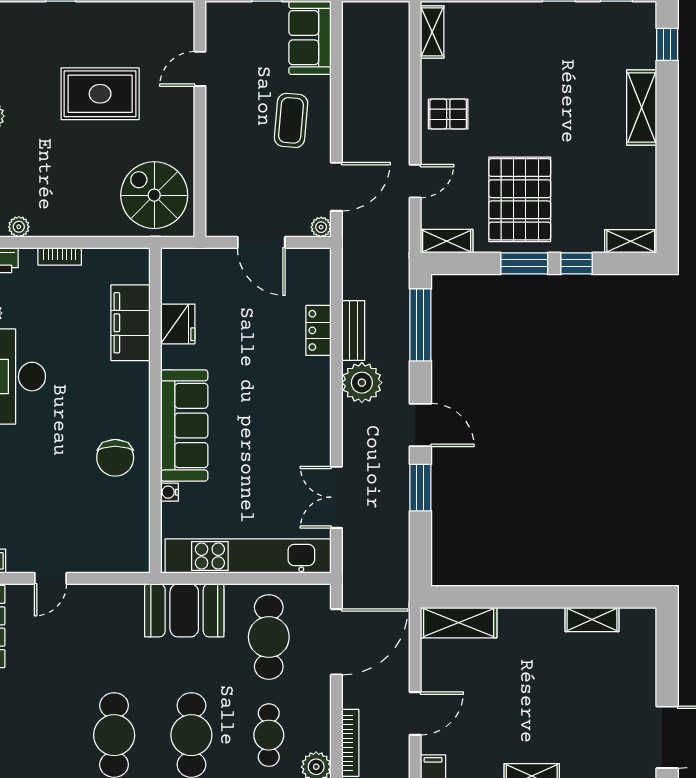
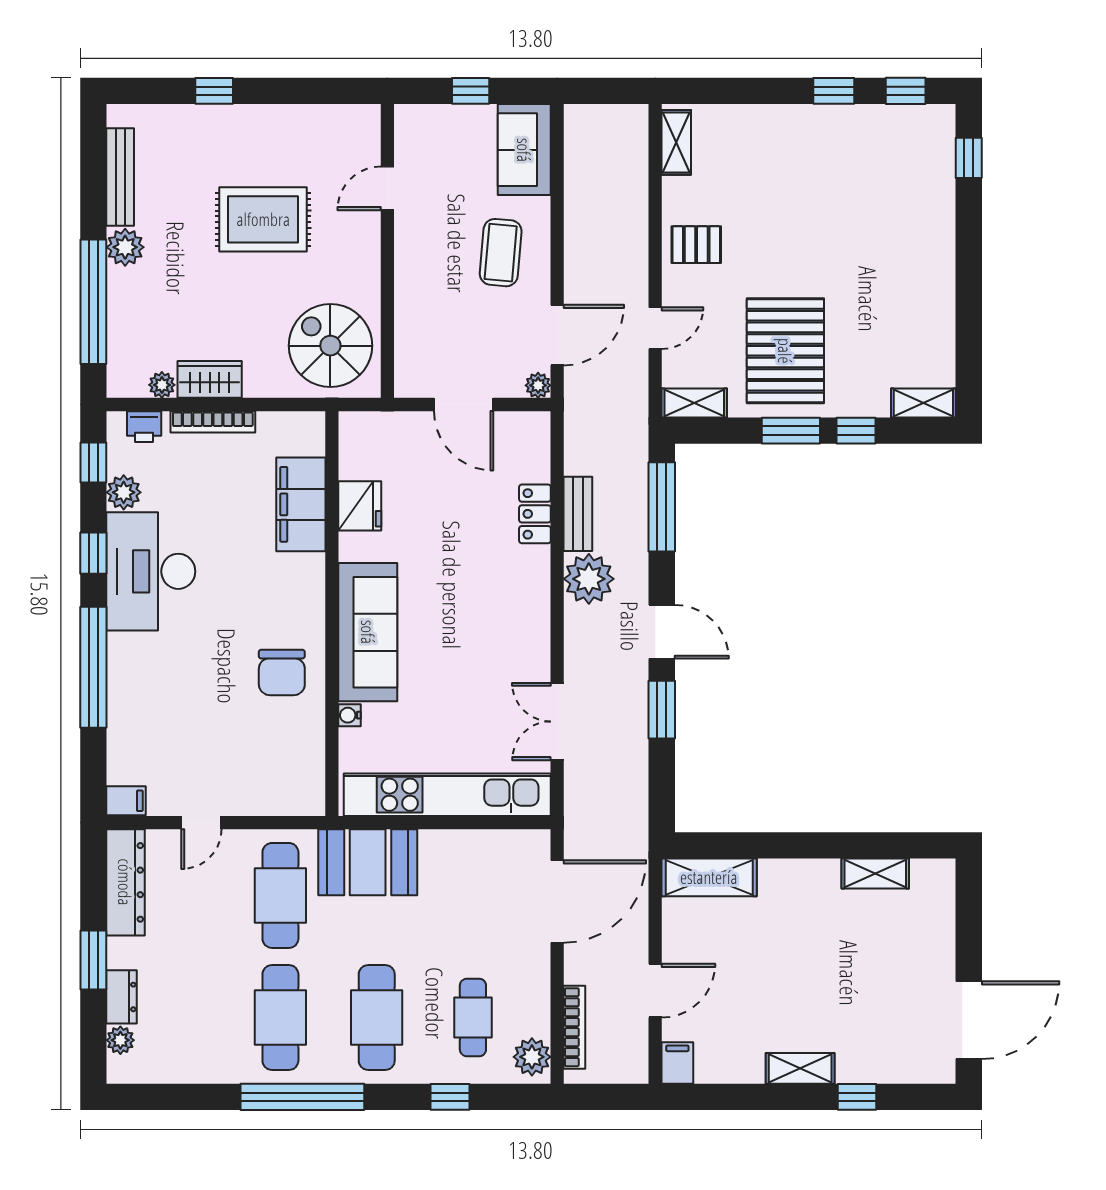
shelving: (642, 108) -> (937, 237), removed
wardrobe: (57, 222) -> (210, 379), added
bookcase: (60, 256) -> (213, 422), width x1.56
cafe table: (269, 637) -> (280, 895), moved

